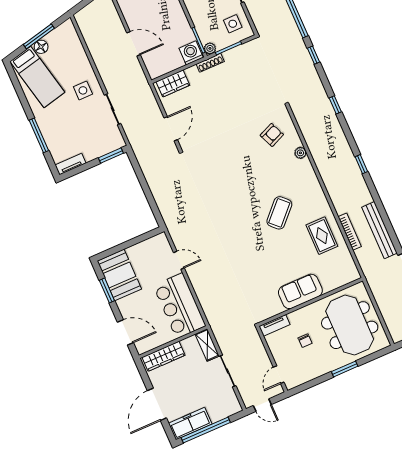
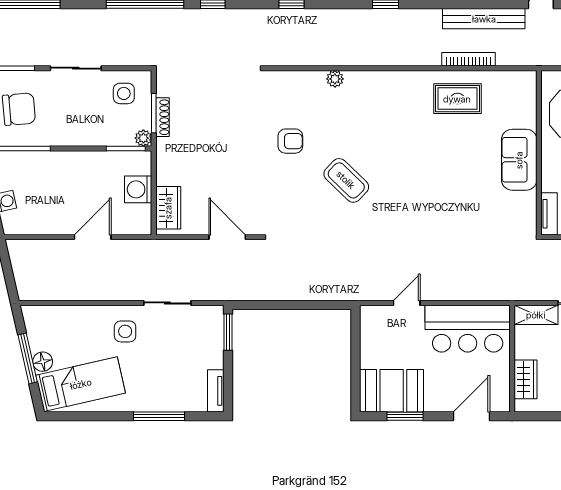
washing machine: (191, 53) -> (138, 189), moved
shoe rack: (210, 63) -> (162, 117), moved
armchair: (272, 135) -> (290, 141), moved, turned 113
coffee table: (279, 213) -> (346, 180), moved
wardrobe: (164, 356) -> (525, 379), width x0.67

